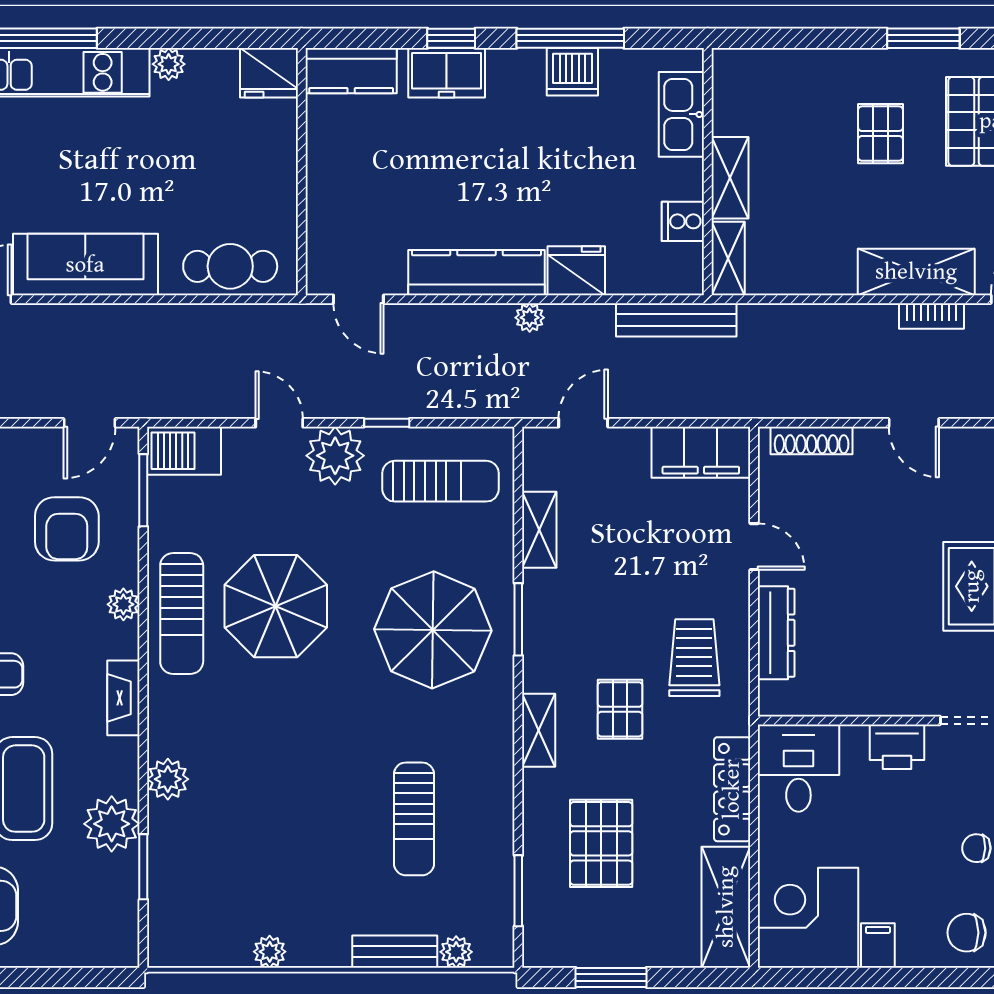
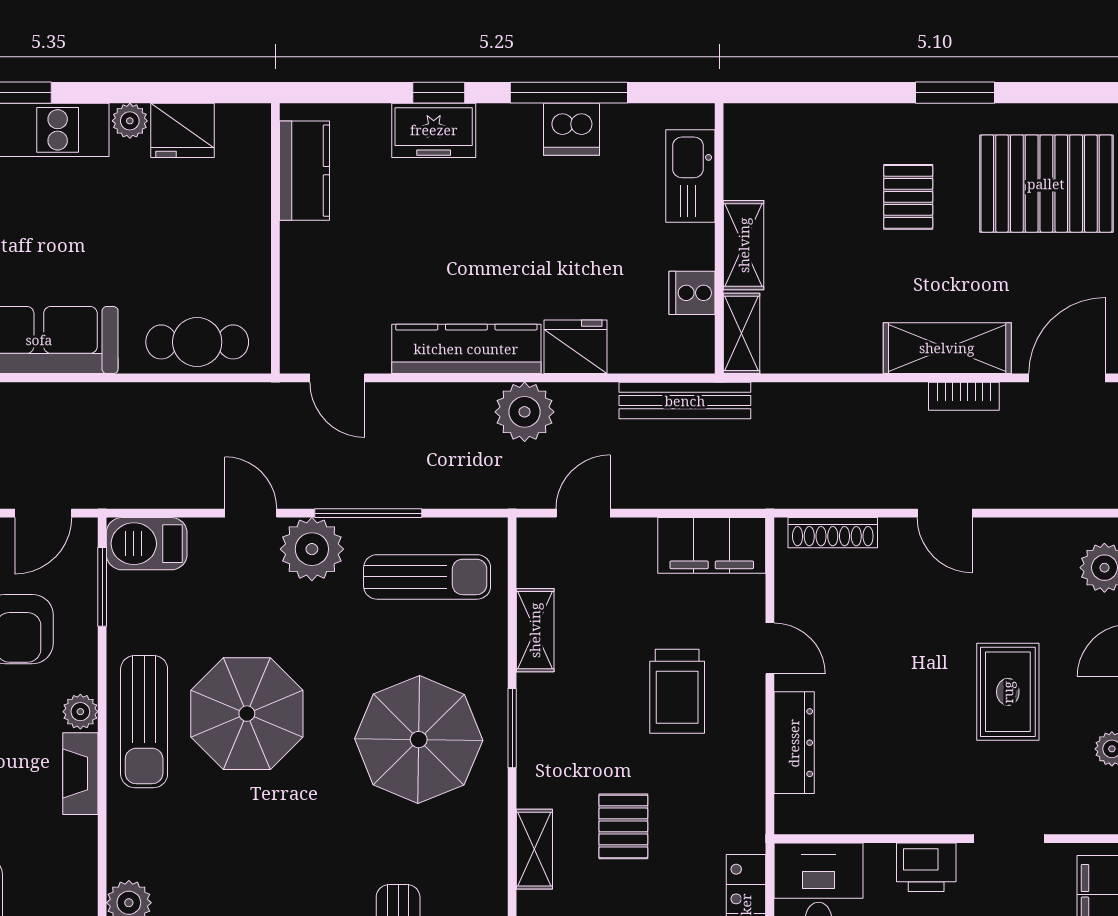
kitchen counter: (351, 71) -> (305, 171), moved, turned -90
fridge: (269, 73) -> (182, 130), moved
plant: (530, 318) -> (525, 412), width x1.88, depth x1.88
window: (387, 423) -> (368, 513), width x2.17
trolley: (694, 658) -> (677, 691), moved, turned 180
fireplace: (123, 698) -> (80, 774), moved

